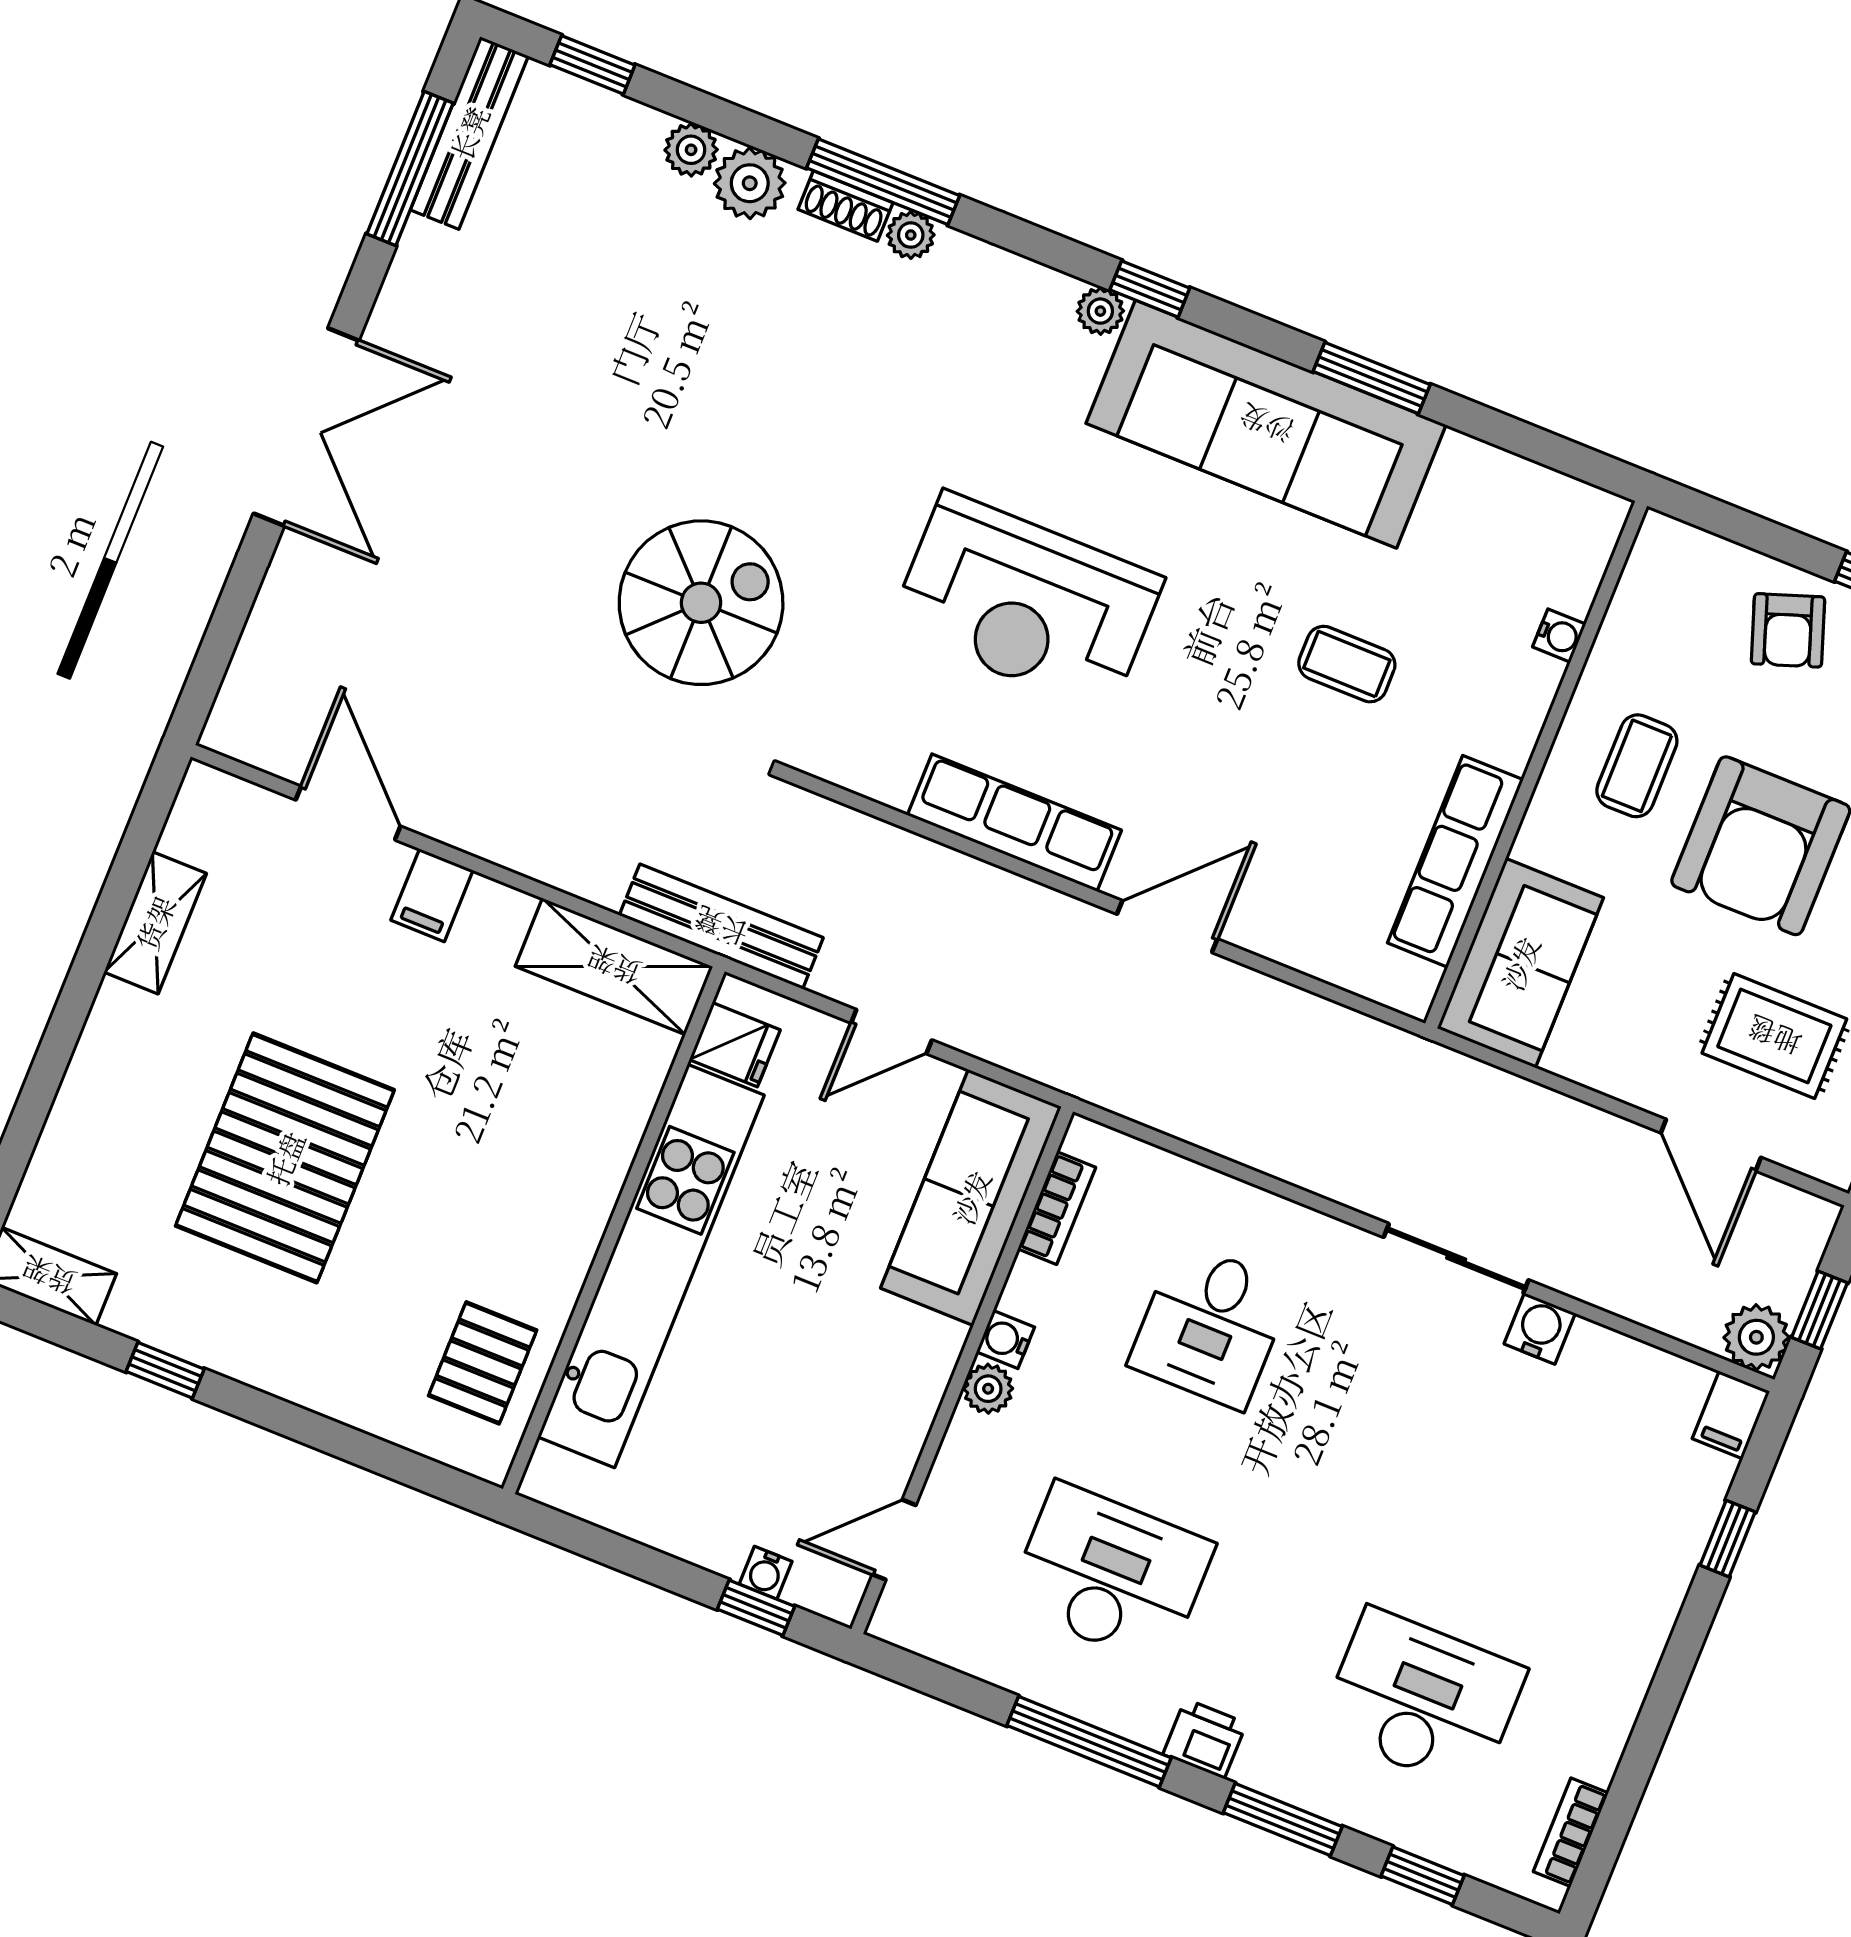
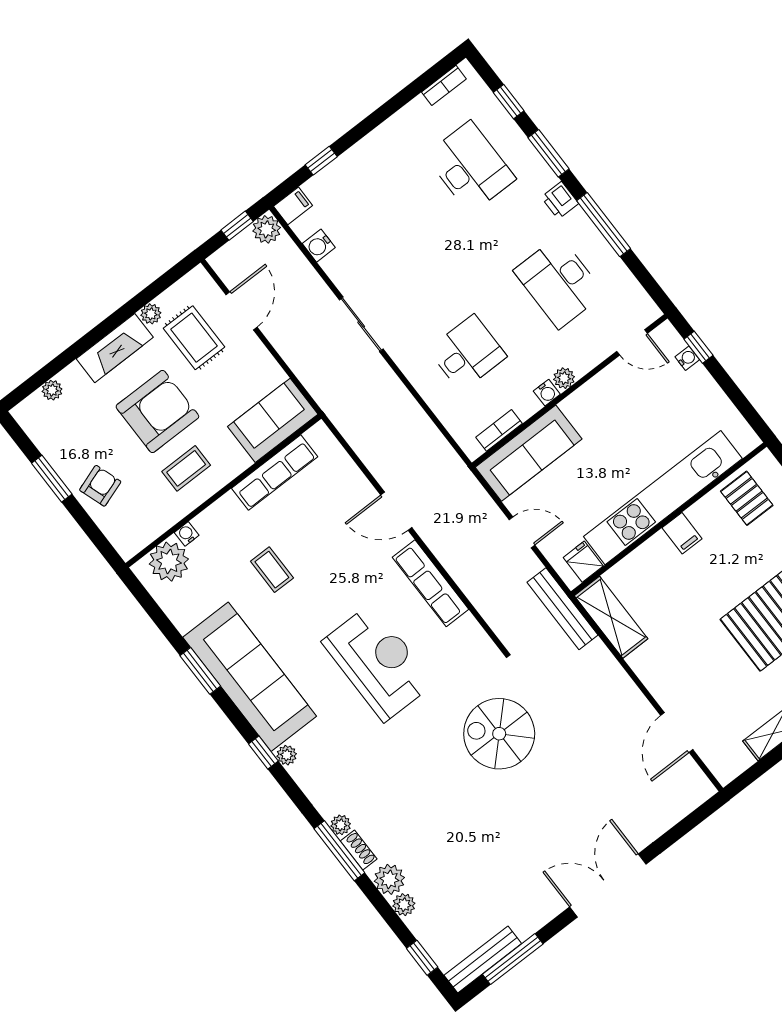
plant: (1562, 560) -> (169, 562), added
filing cabinet: (432, 895) -> (682, 533), moved, turned 90
water cooler: (1540, 1329) -> (319, 246), moved
pallet: (483, 1363) -> (747, 498), turned 90
desk: (1422, 1700) -> (470, 167), turned 180

